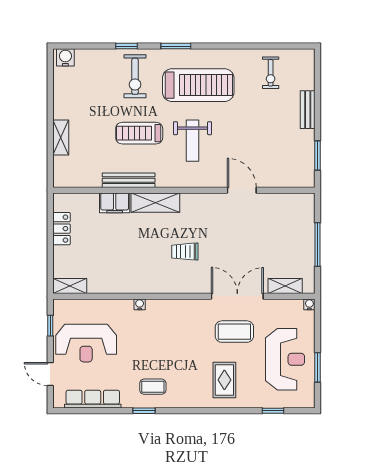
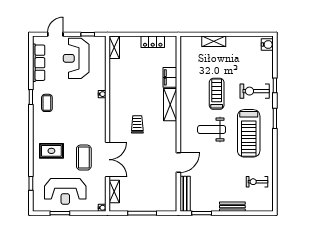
bench: (129, 180) -> (185, 194), moved

